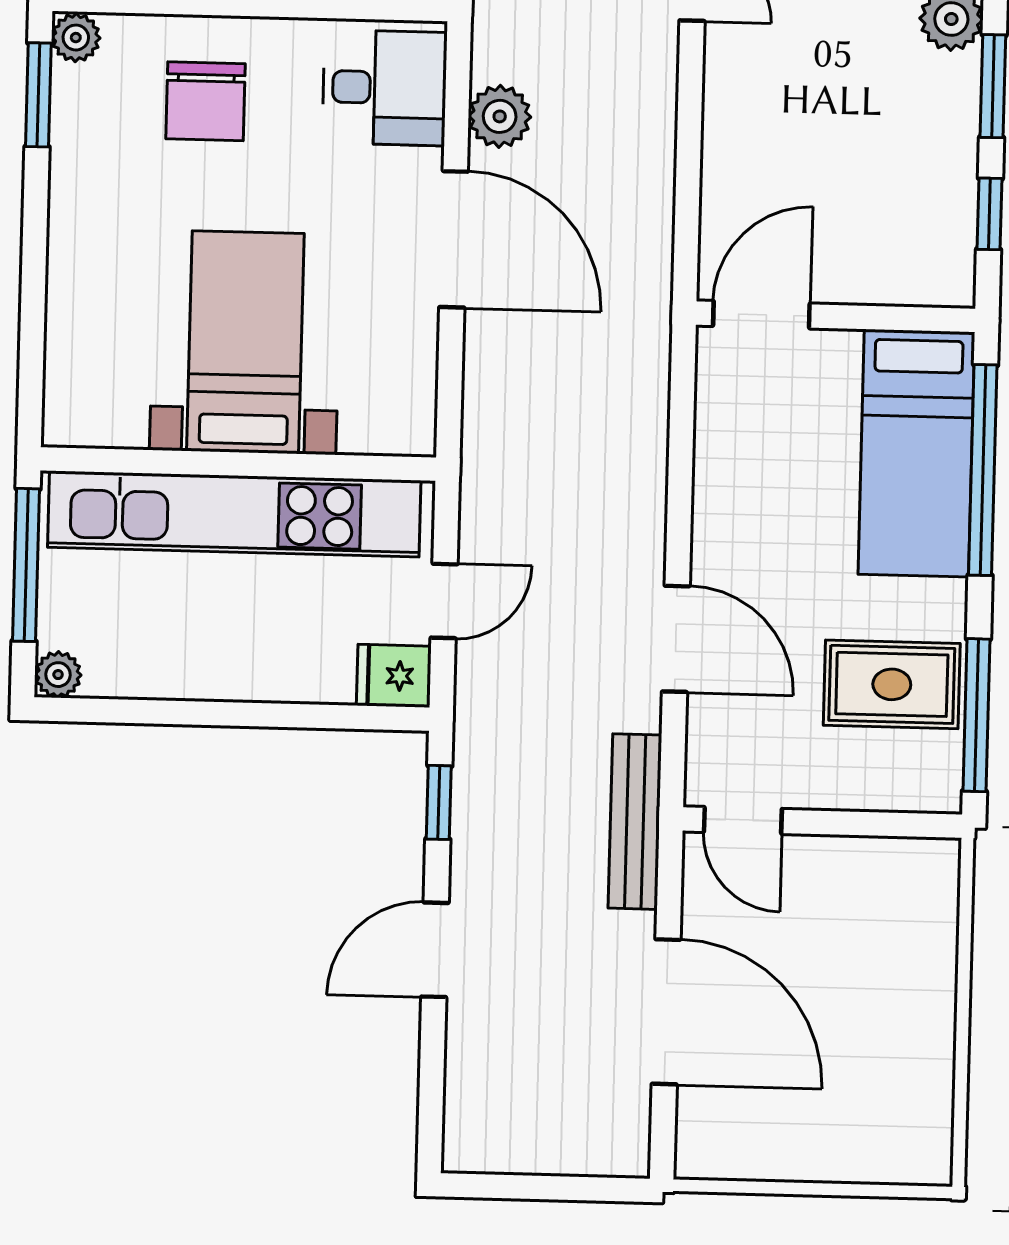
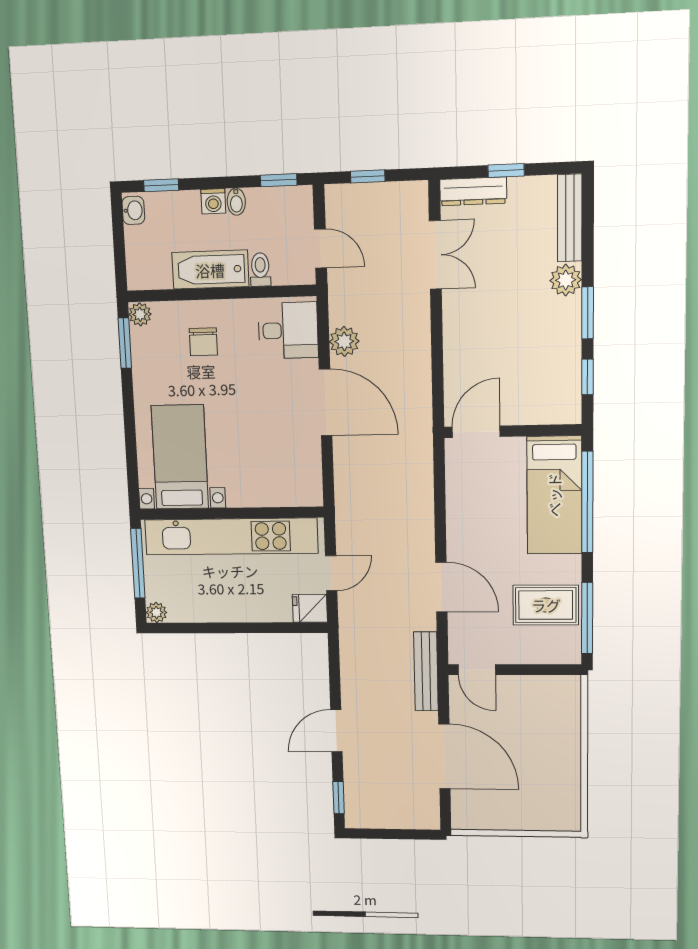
chair: (205, 101) -> (203, 342), width x0.73, depth x0.73
bed with nightstands: (245, 342) -> (180, 457), moved
window: (439, 802) -> (339, 798), moved

